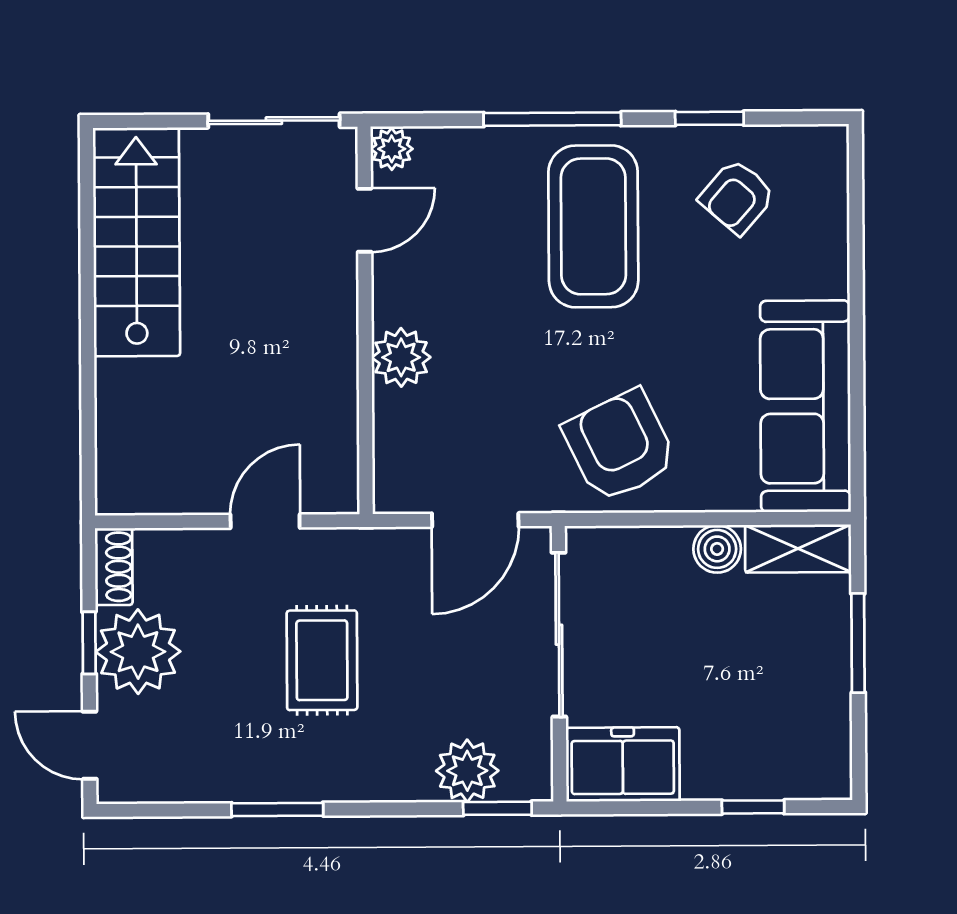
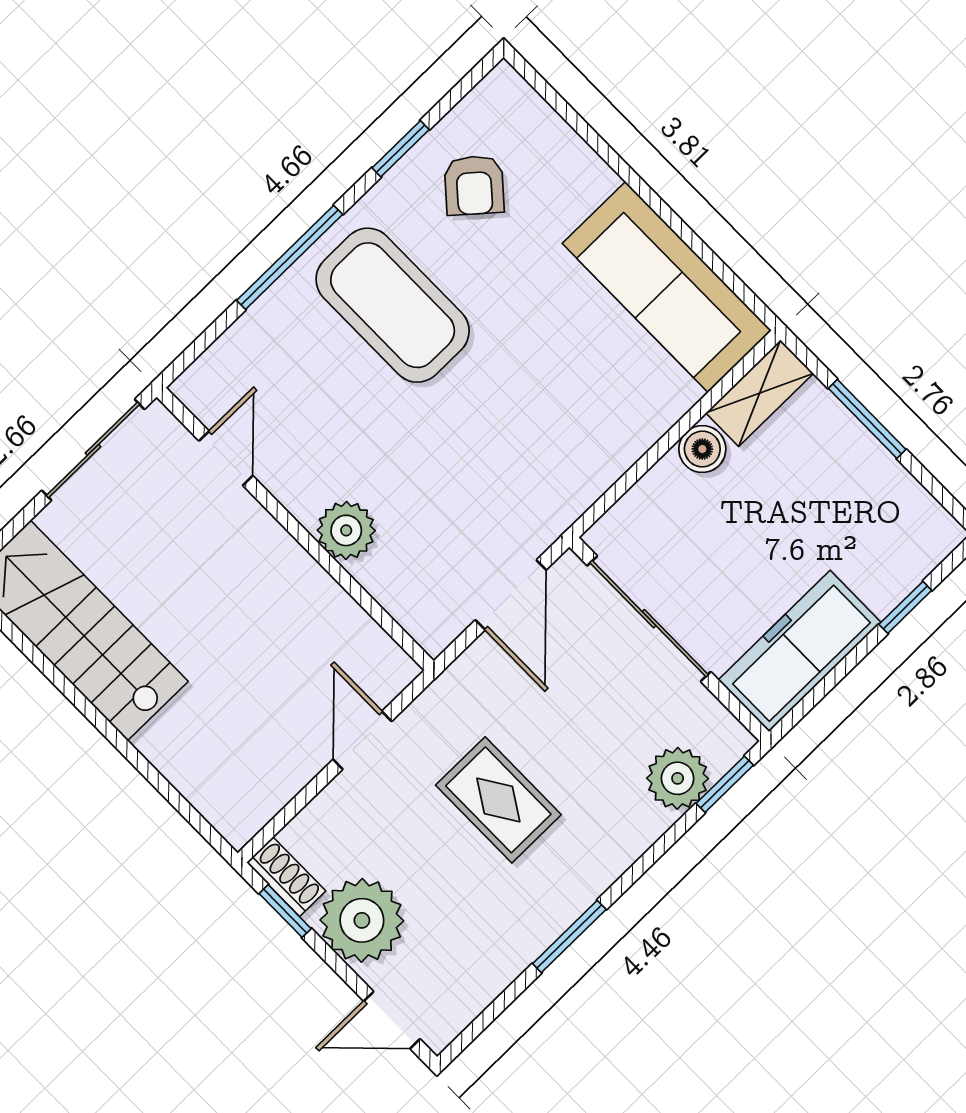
plant: (392, 149) -> (196, 389), removed
armchair: (620, 446) -> (562, 443), removed
window: (89, 643) -> (285, 911), moved
freezer: (623, 764) -> (800, 651), width x1.40

